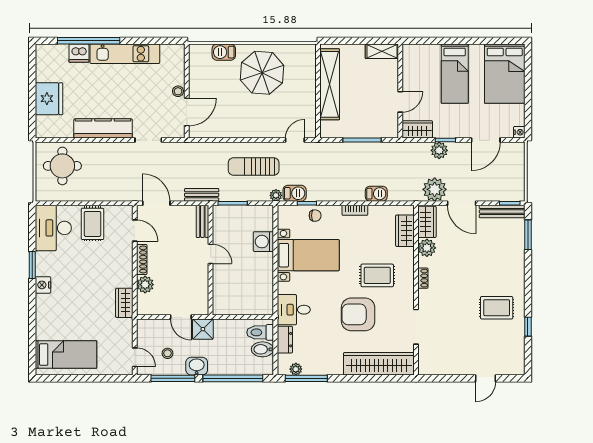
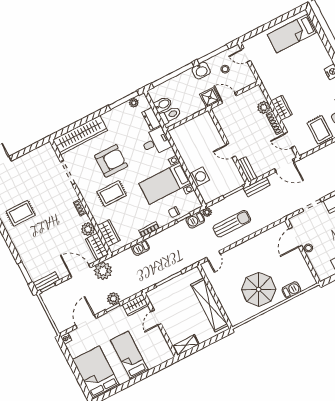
bench: (502, 212) -> (46, 281), width x0.73
wardrobe: (124, 303) -> (282, 108), moved

